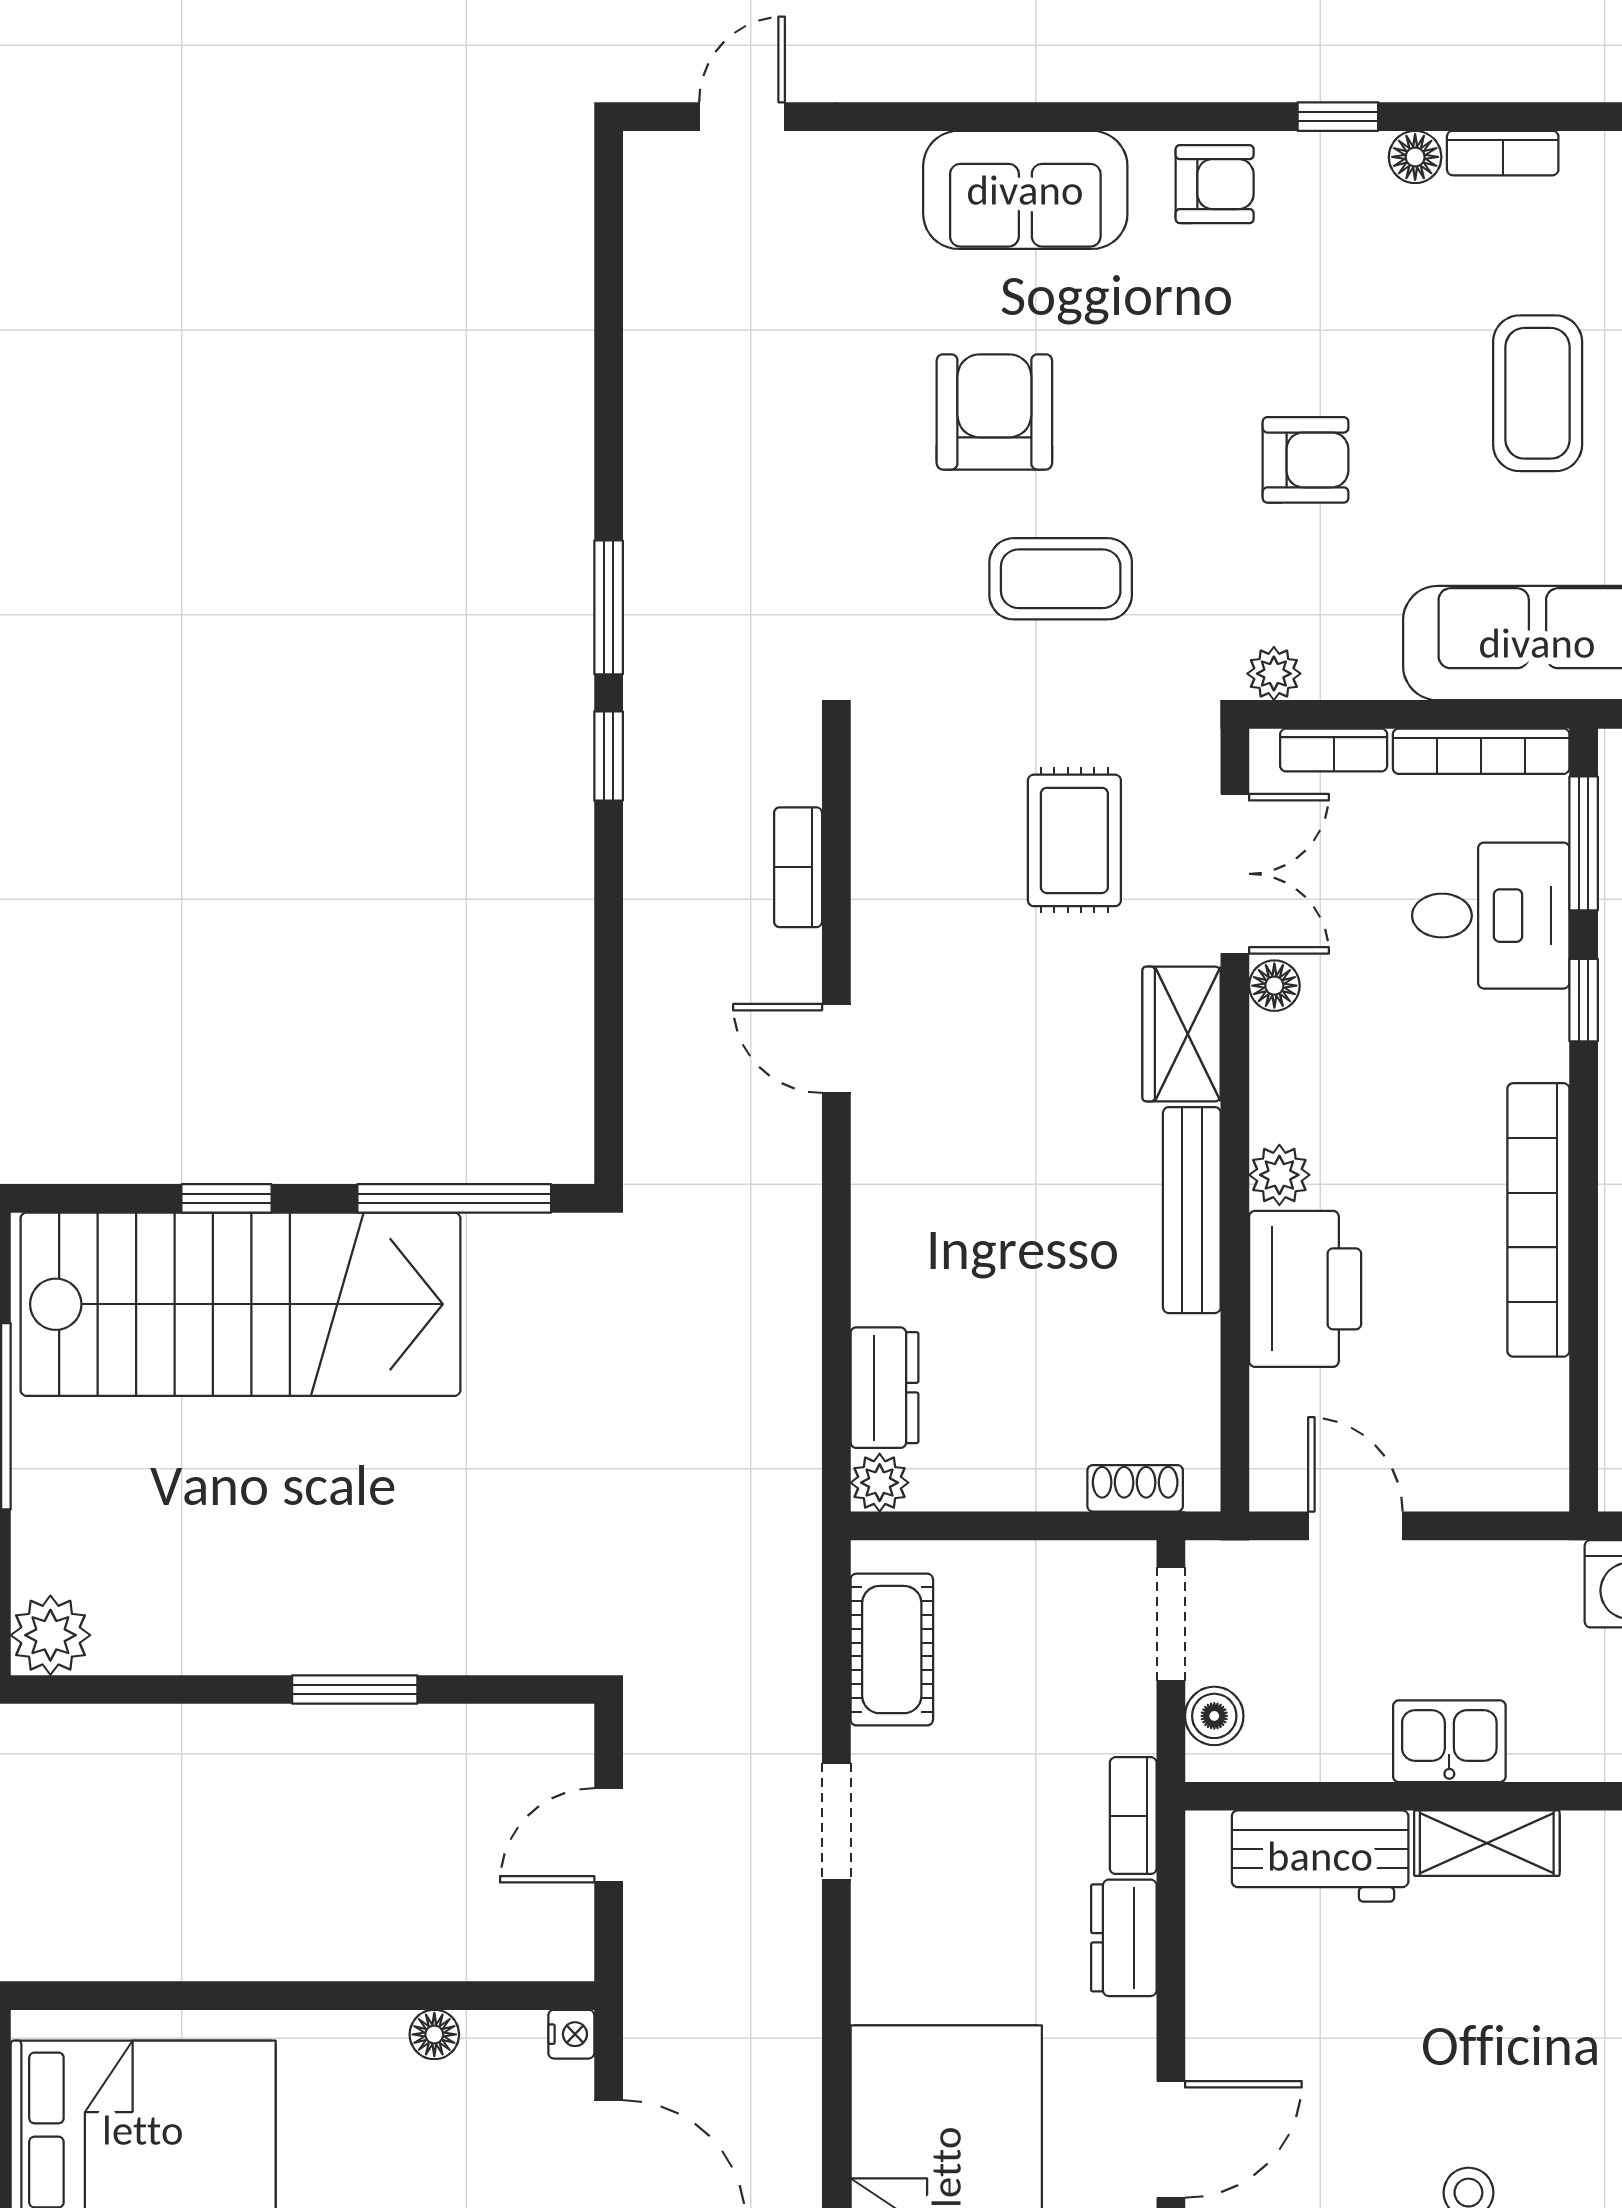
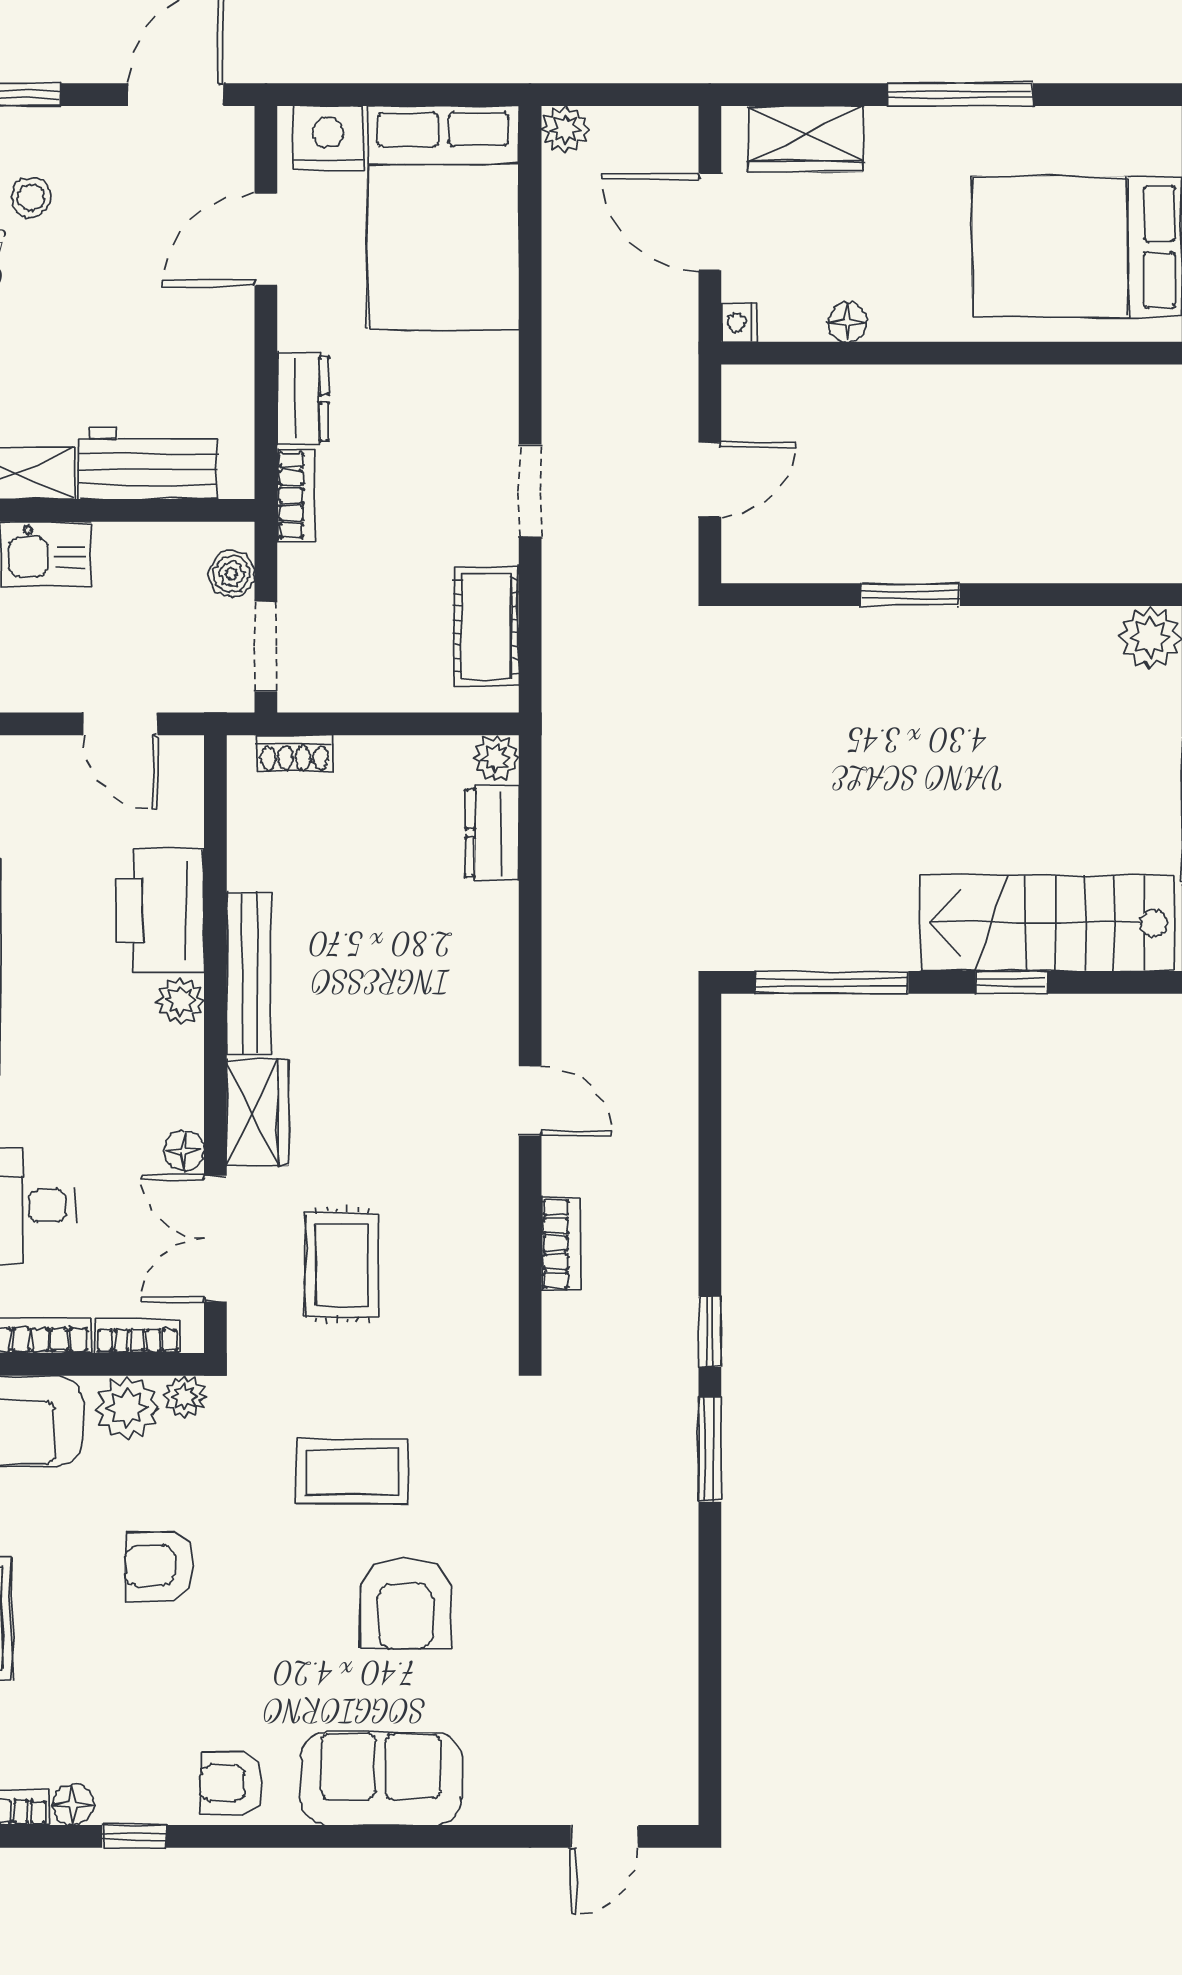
plant: (1347, 660) -> (127, 1408), added
stairs: (240, 1304) -> (1047, 923), width x0.73, depth x0.66

